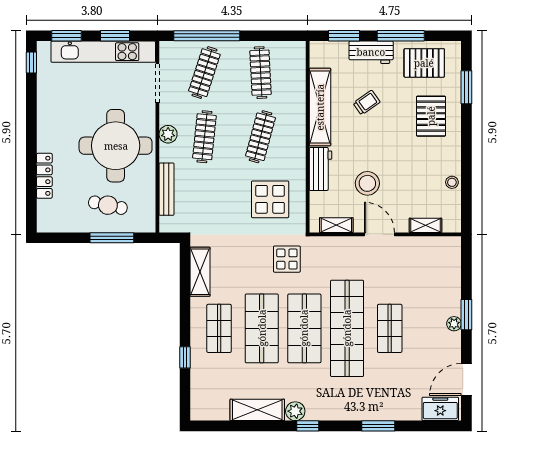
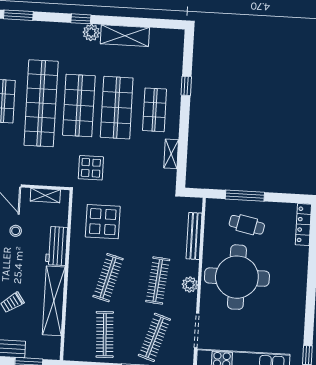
locker: (44, 176) -> (303, 225), moved
stool: (367, 183) -> (16, 231), width x0.53, depth x0.53
shelving: (200, 272) -> (171, 154), width x0.67, depth x0.75

